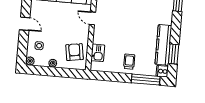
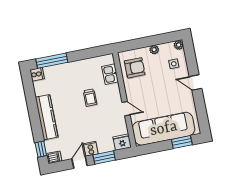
kitchen counter: (163, 45) -> (47, 117), moved
armchair: (75, 52) -> (135, 68), turned -81
window: (174, 54) -> (30, 96), removed
trolley: (129, 62) -> (90, 98), moved

